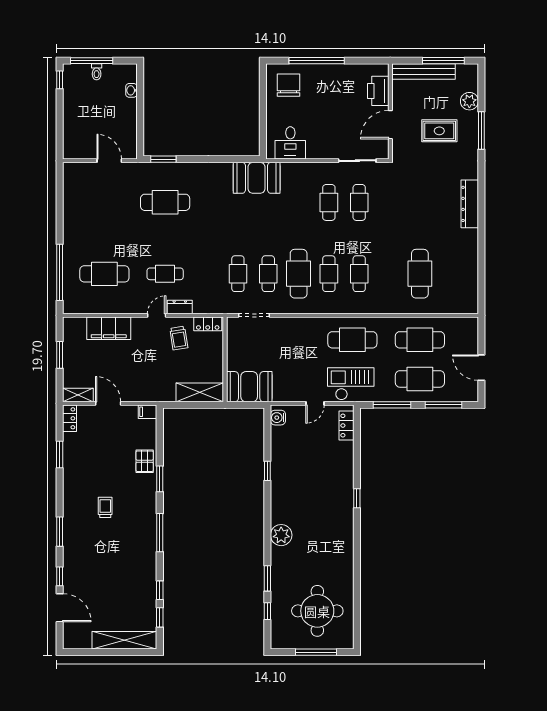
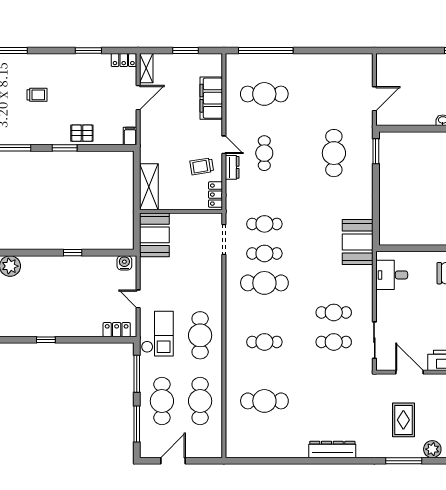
cafe table: (104, 274) -> (264, 94), turned 90
cafe table: (329, 274) -> (264, 312), removed

